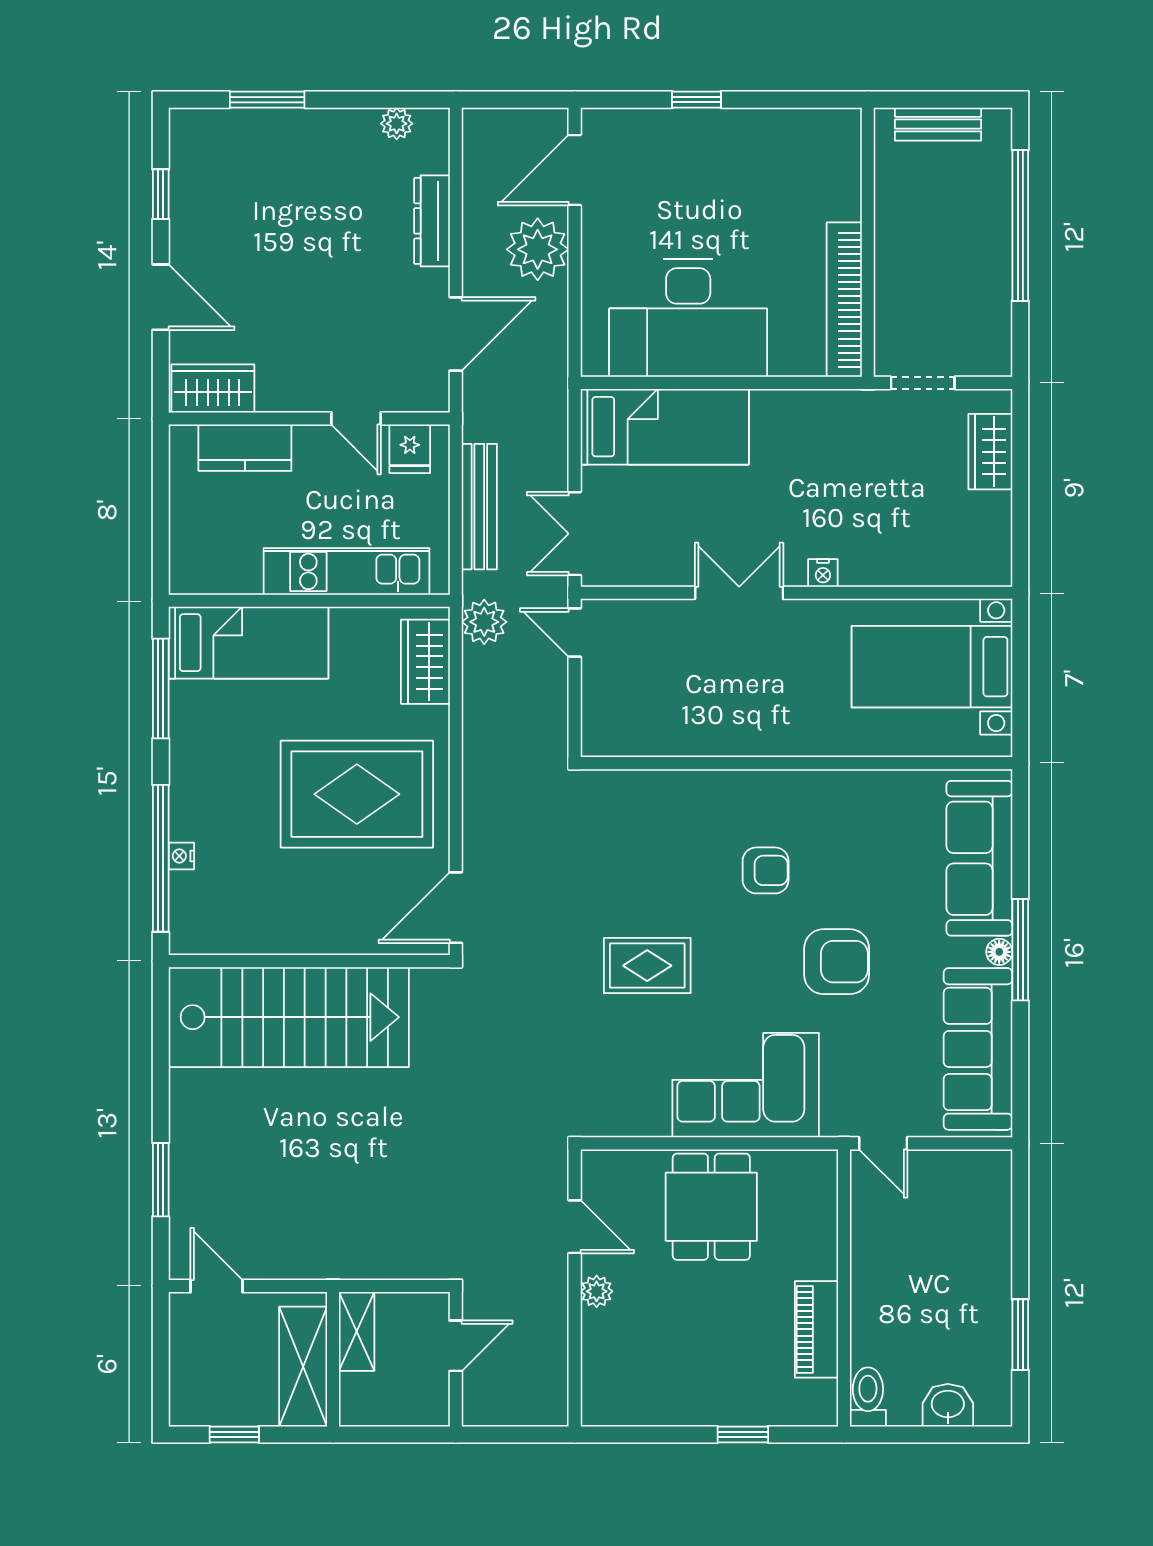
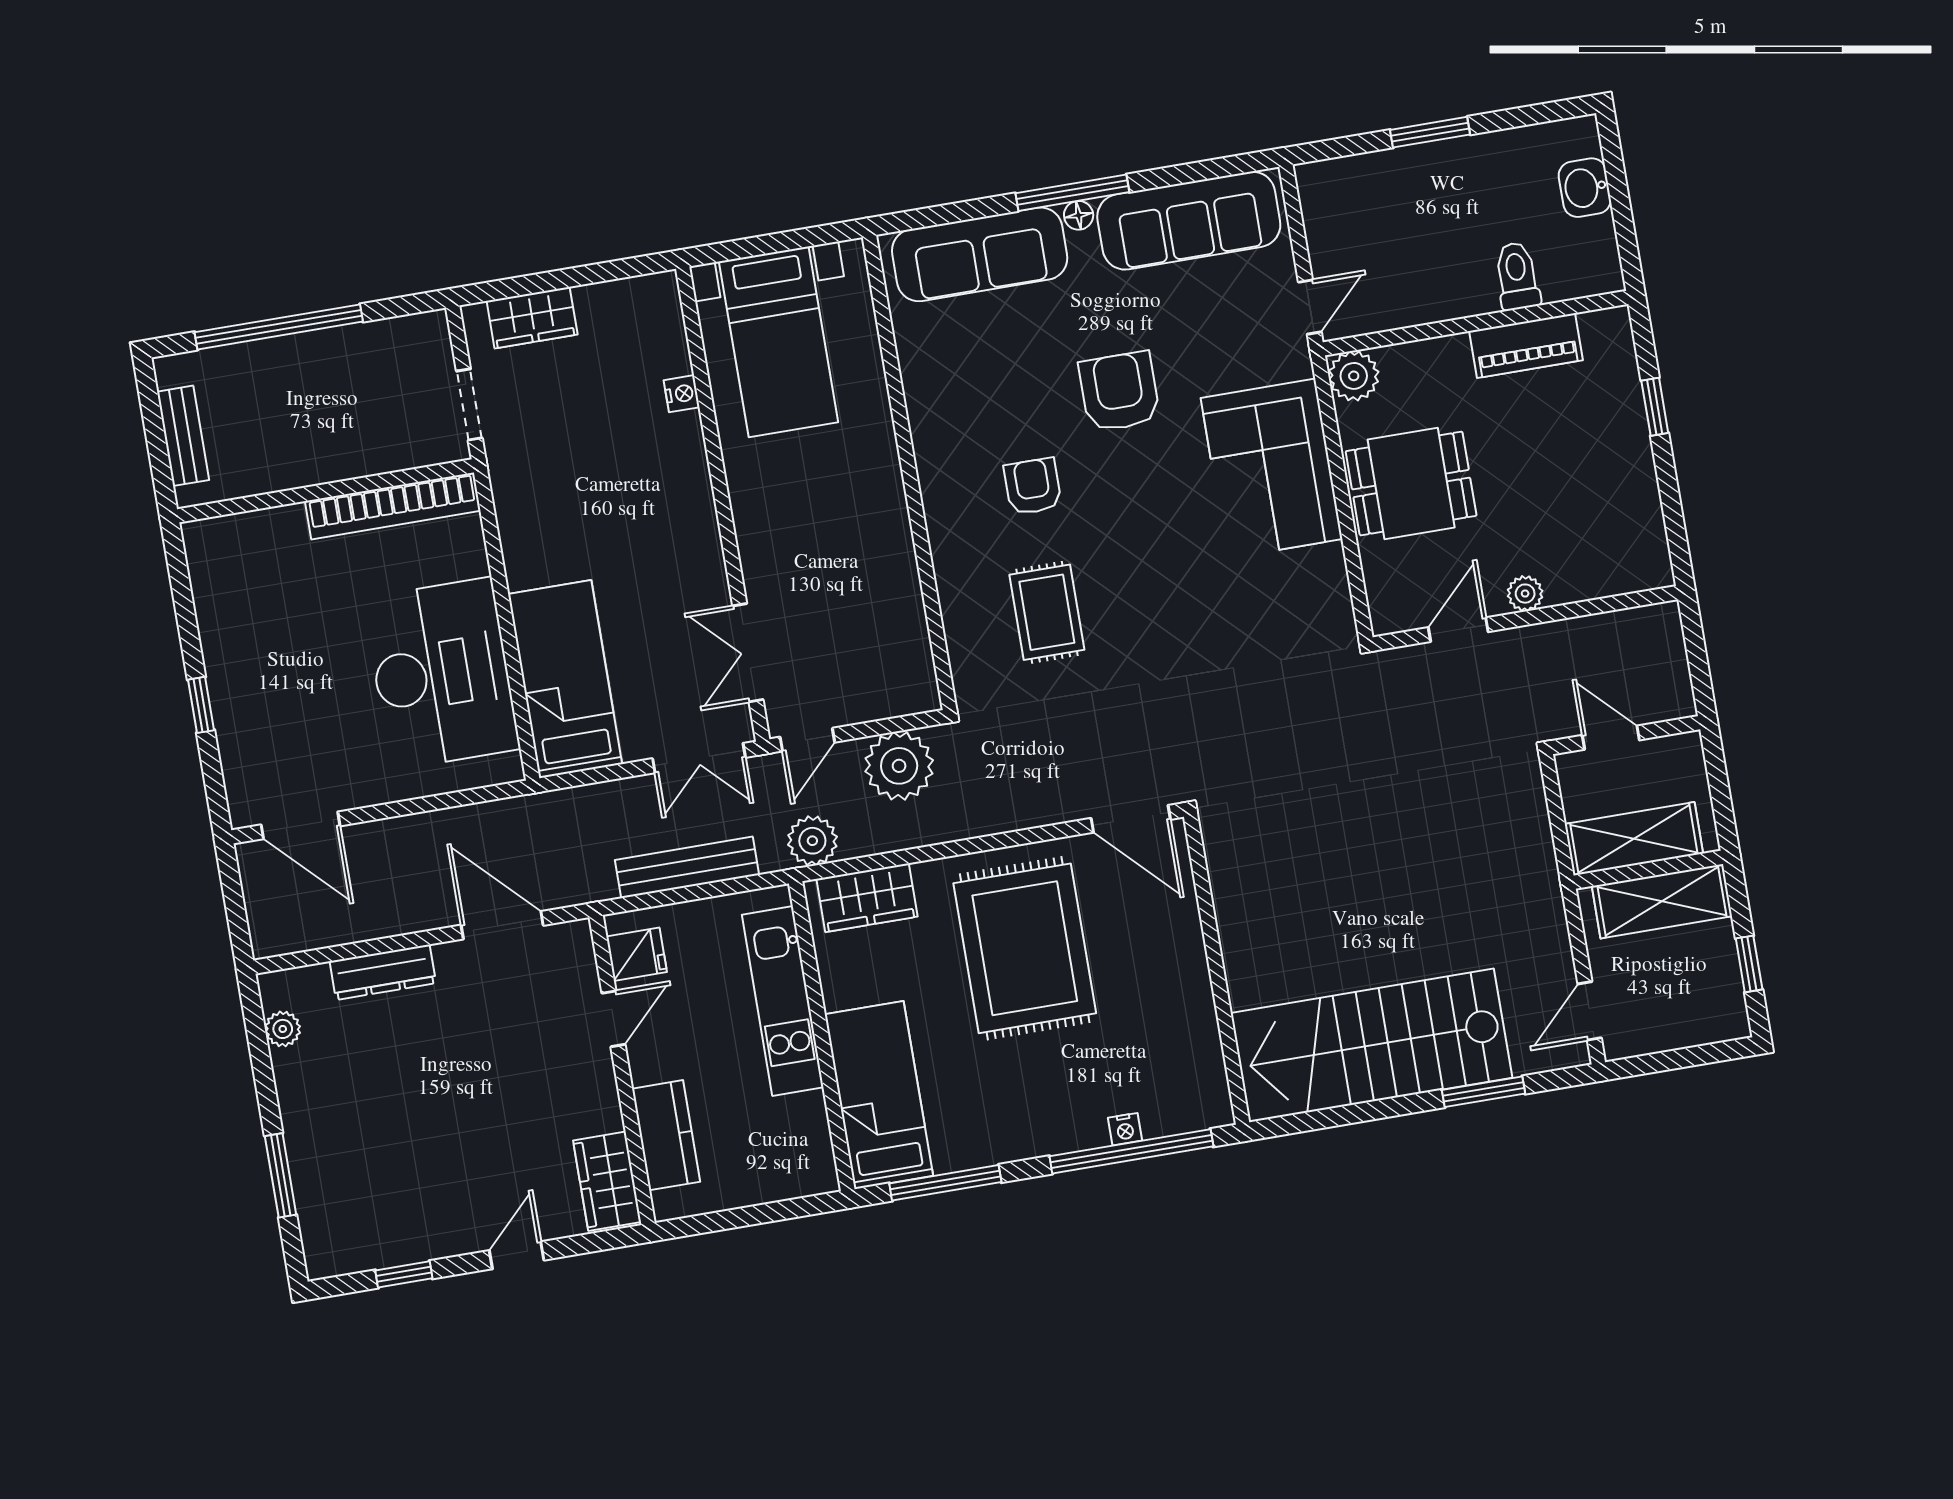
plant: (538, 249) -> (899, 766), moved
door: (161, 297) -> (517, 1255), width x0.73
nightstand: (823, 573) -> (682, 394), moved
double door: (739, 593) -> (748, 653), moved
rug: (647, 966) -> (1047, 612), moved
stairs: (289, 1017) -> (1371, 1045), moved, turned -90
plant: (815, 1172) -> (1354, 376), added
shelving: (357, 1331) -> (1634, 839), width x1.50, depth x1.33
window: (1020, 1335) -> (1430, 132), moved
toilet: (868, 1397) -> (1517, 276), moved, turned 90

